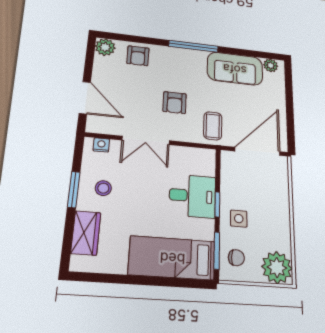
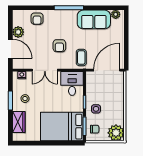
plant: (105, 47) -> (18, 32), moved
desk: (192, 196) -> (72, 83), moved, turned -90
bed: (172, 258) -> (62, 127), width x1.50

